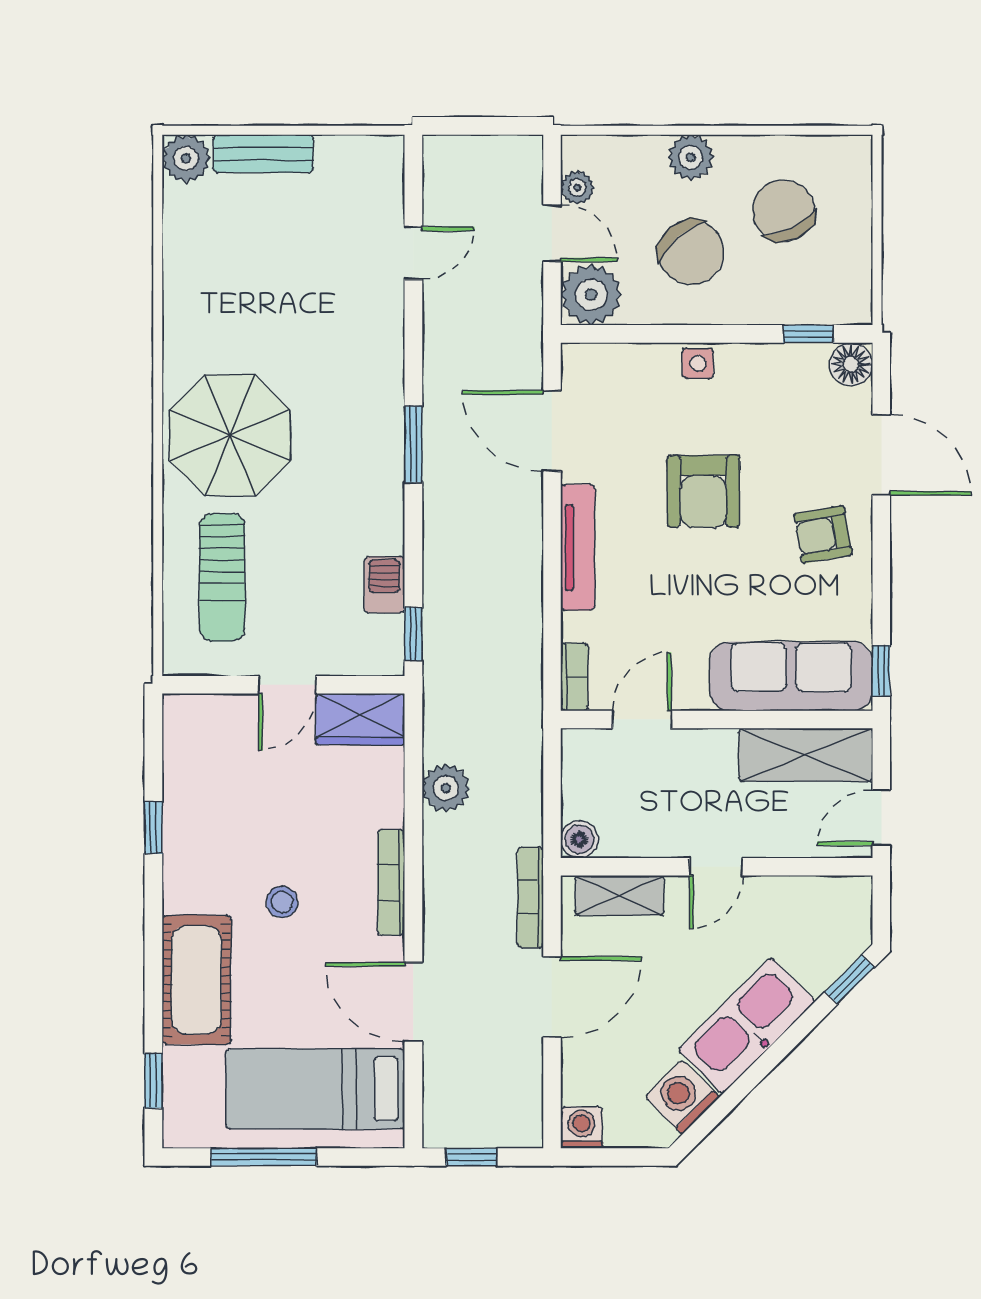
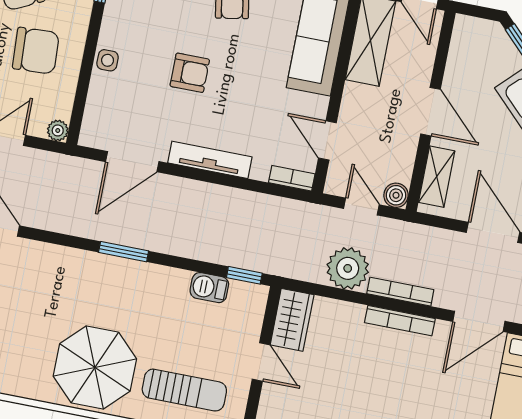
chair: (691, 252) -> (36, 51), turned 38
plant: (591, 295) -> (58, 130), width x0.53, depth x0.53
armchair: (703, 491) -> (190, 73), width x0.72, depth x0.72
plant: (446, 788) -> (348, 268), width x1.36, depth x1.36
door: (552, 790) -> (361, 207), added
door: (716, 867) -> (431, 112), width x1.38
bookcase: (530, 897) -> (400, 292), moved, turned 180
stool: (282, 902) -> (399, 392), removed

